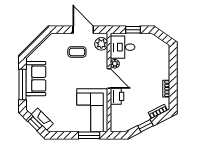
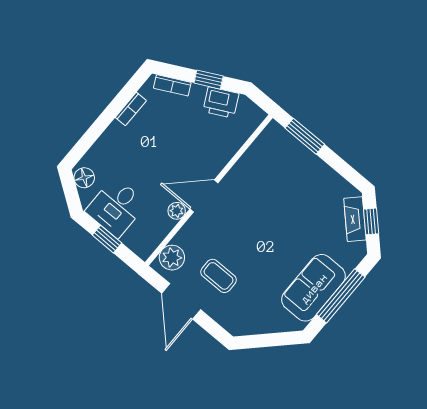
floor lamp: (162, 46) -> (84, 178), added
desk: (123, 47) -> (116, 207), moved, turned 90
door: (109, 79) -> (204, 196), hinge flipped
printer: (117, 96) -> (221, 102), moved, turned -117
corner sofa: (92, 110) -> (269, 170), removed

